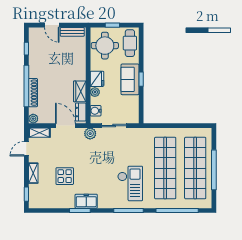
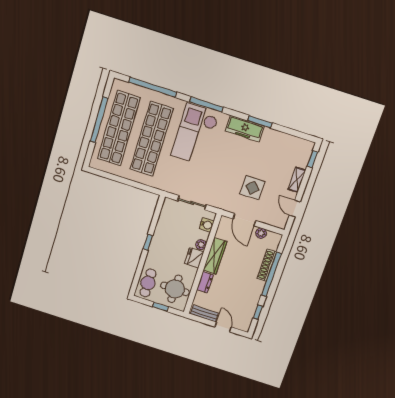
sofa: (130, 79) -> (160, 246), removed
wardrobe: (80, 91) -> (215, 256), width x1.50
dresser: (81, 112) -> (205, 282), moved
plant: (33, 119) -> (261, 233), moved
shelving: (39, 133) -> (275, 221), removed
plant: (90, 134) -> (221, 203), removed
door: (26, 149) -> (295, 209), swing flipped
display table: (65, 176) -> (252, 188), moved
checkout: (130, 183) -> (195, 134), width x1.36, depth x1.21
freezer: (86, 201) -> (245, 128), width x1.40

